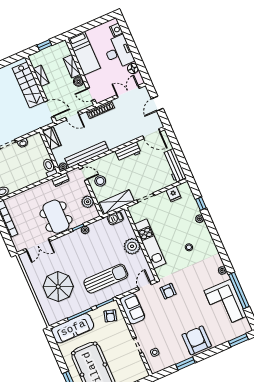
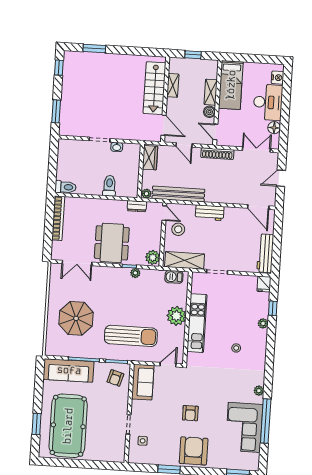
workbench: (128, 152) -> (210, 213), moved
toilet: (50, 167) -> (109, 186), moved
fridge: (174, 194) -> (264, 284), moved
plant: (88, 202) -> (153, 257), moved
armchair: (168, 291) -> (190, 413), moved

